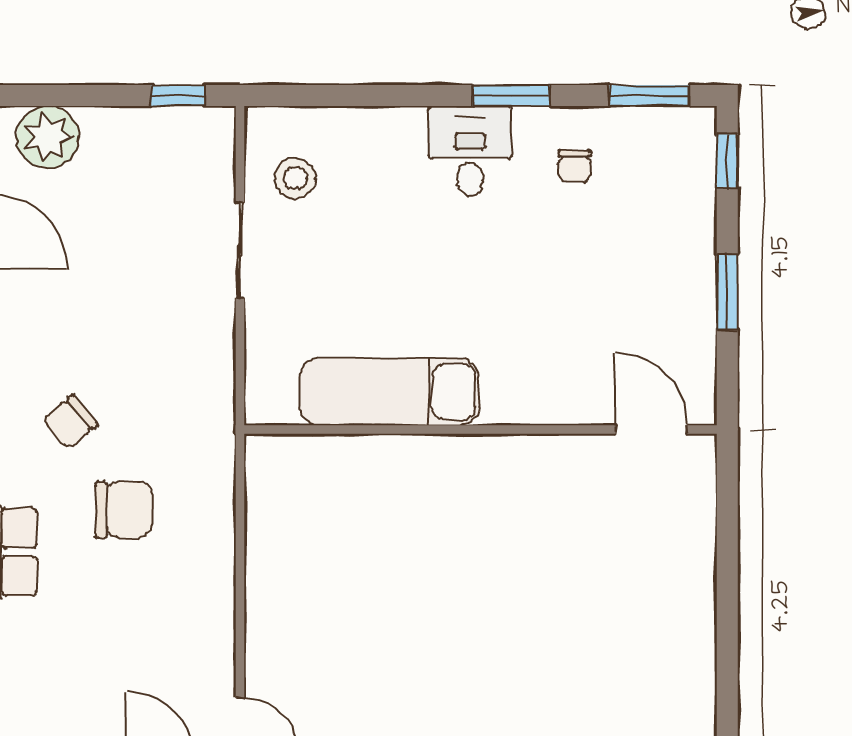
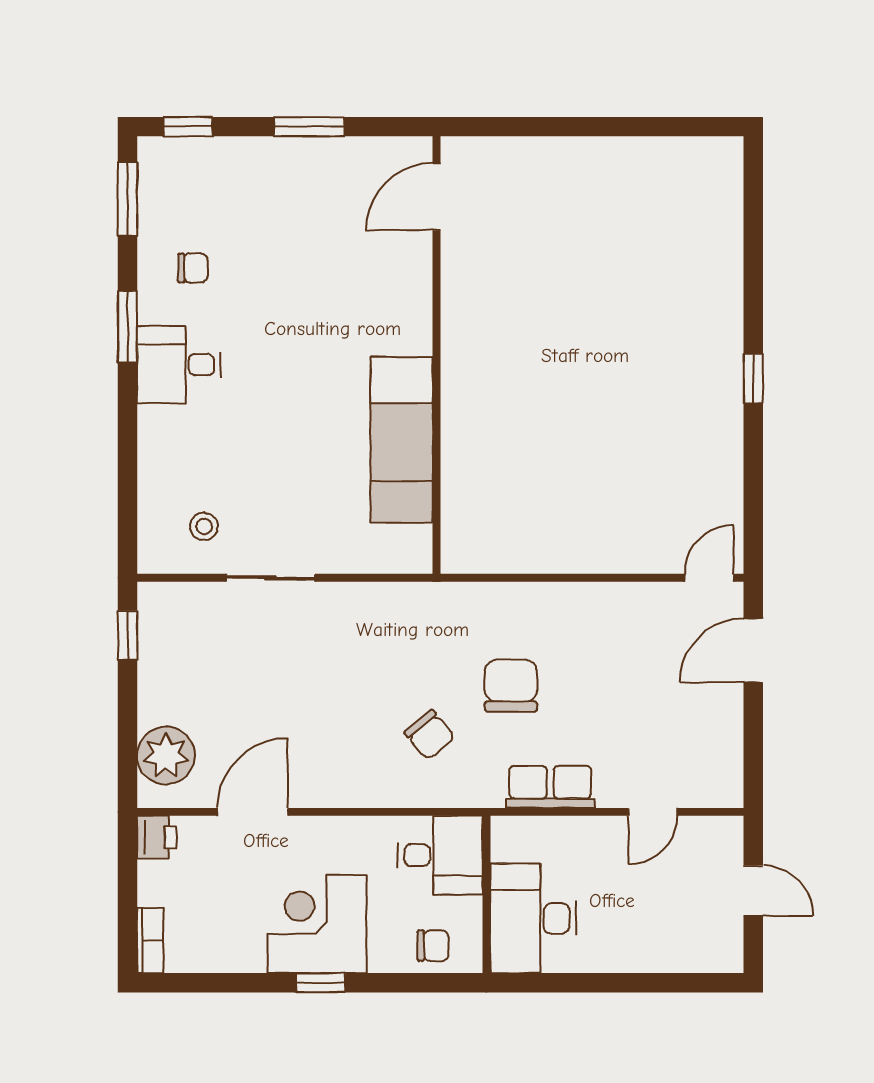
stool: (295, 178) -> (204, 527), width x0.73, depth x0.73

